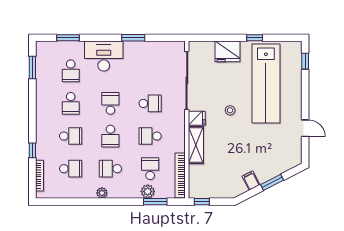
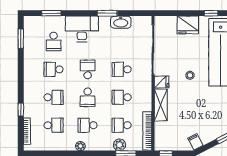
washbasin: (149, 48) -> (121, 22), added
school desk: (71, 103) -> (54, 69), turned 90
school desk: (150, 103) -> (122, 69), turned 180
school desk: (150, 169) -> (122, 125), turned -90
filing cabinet: (251, 181) -> (195, 142), moved

